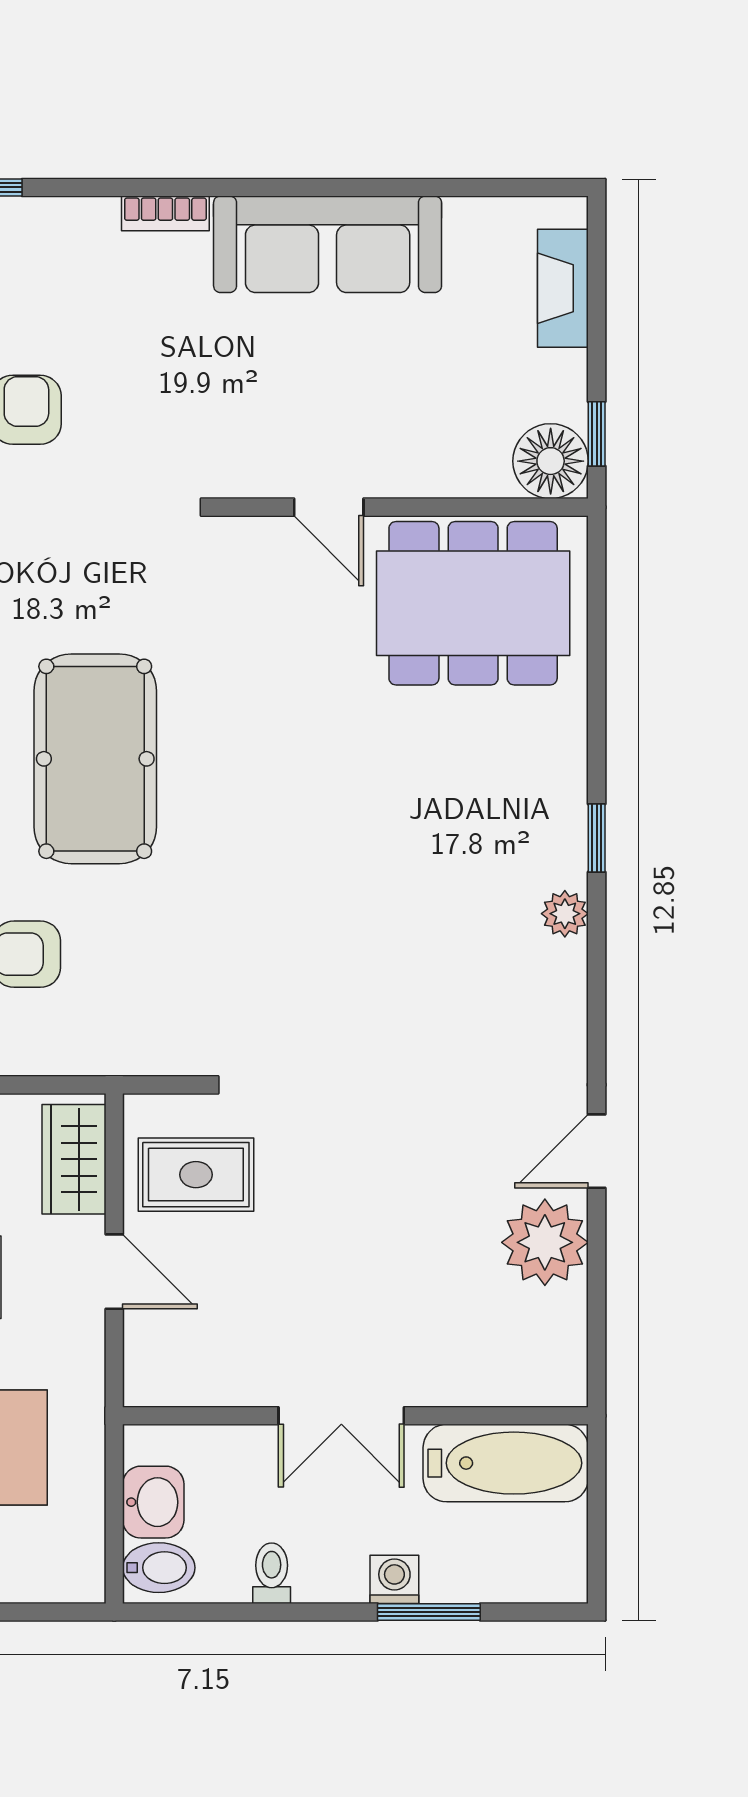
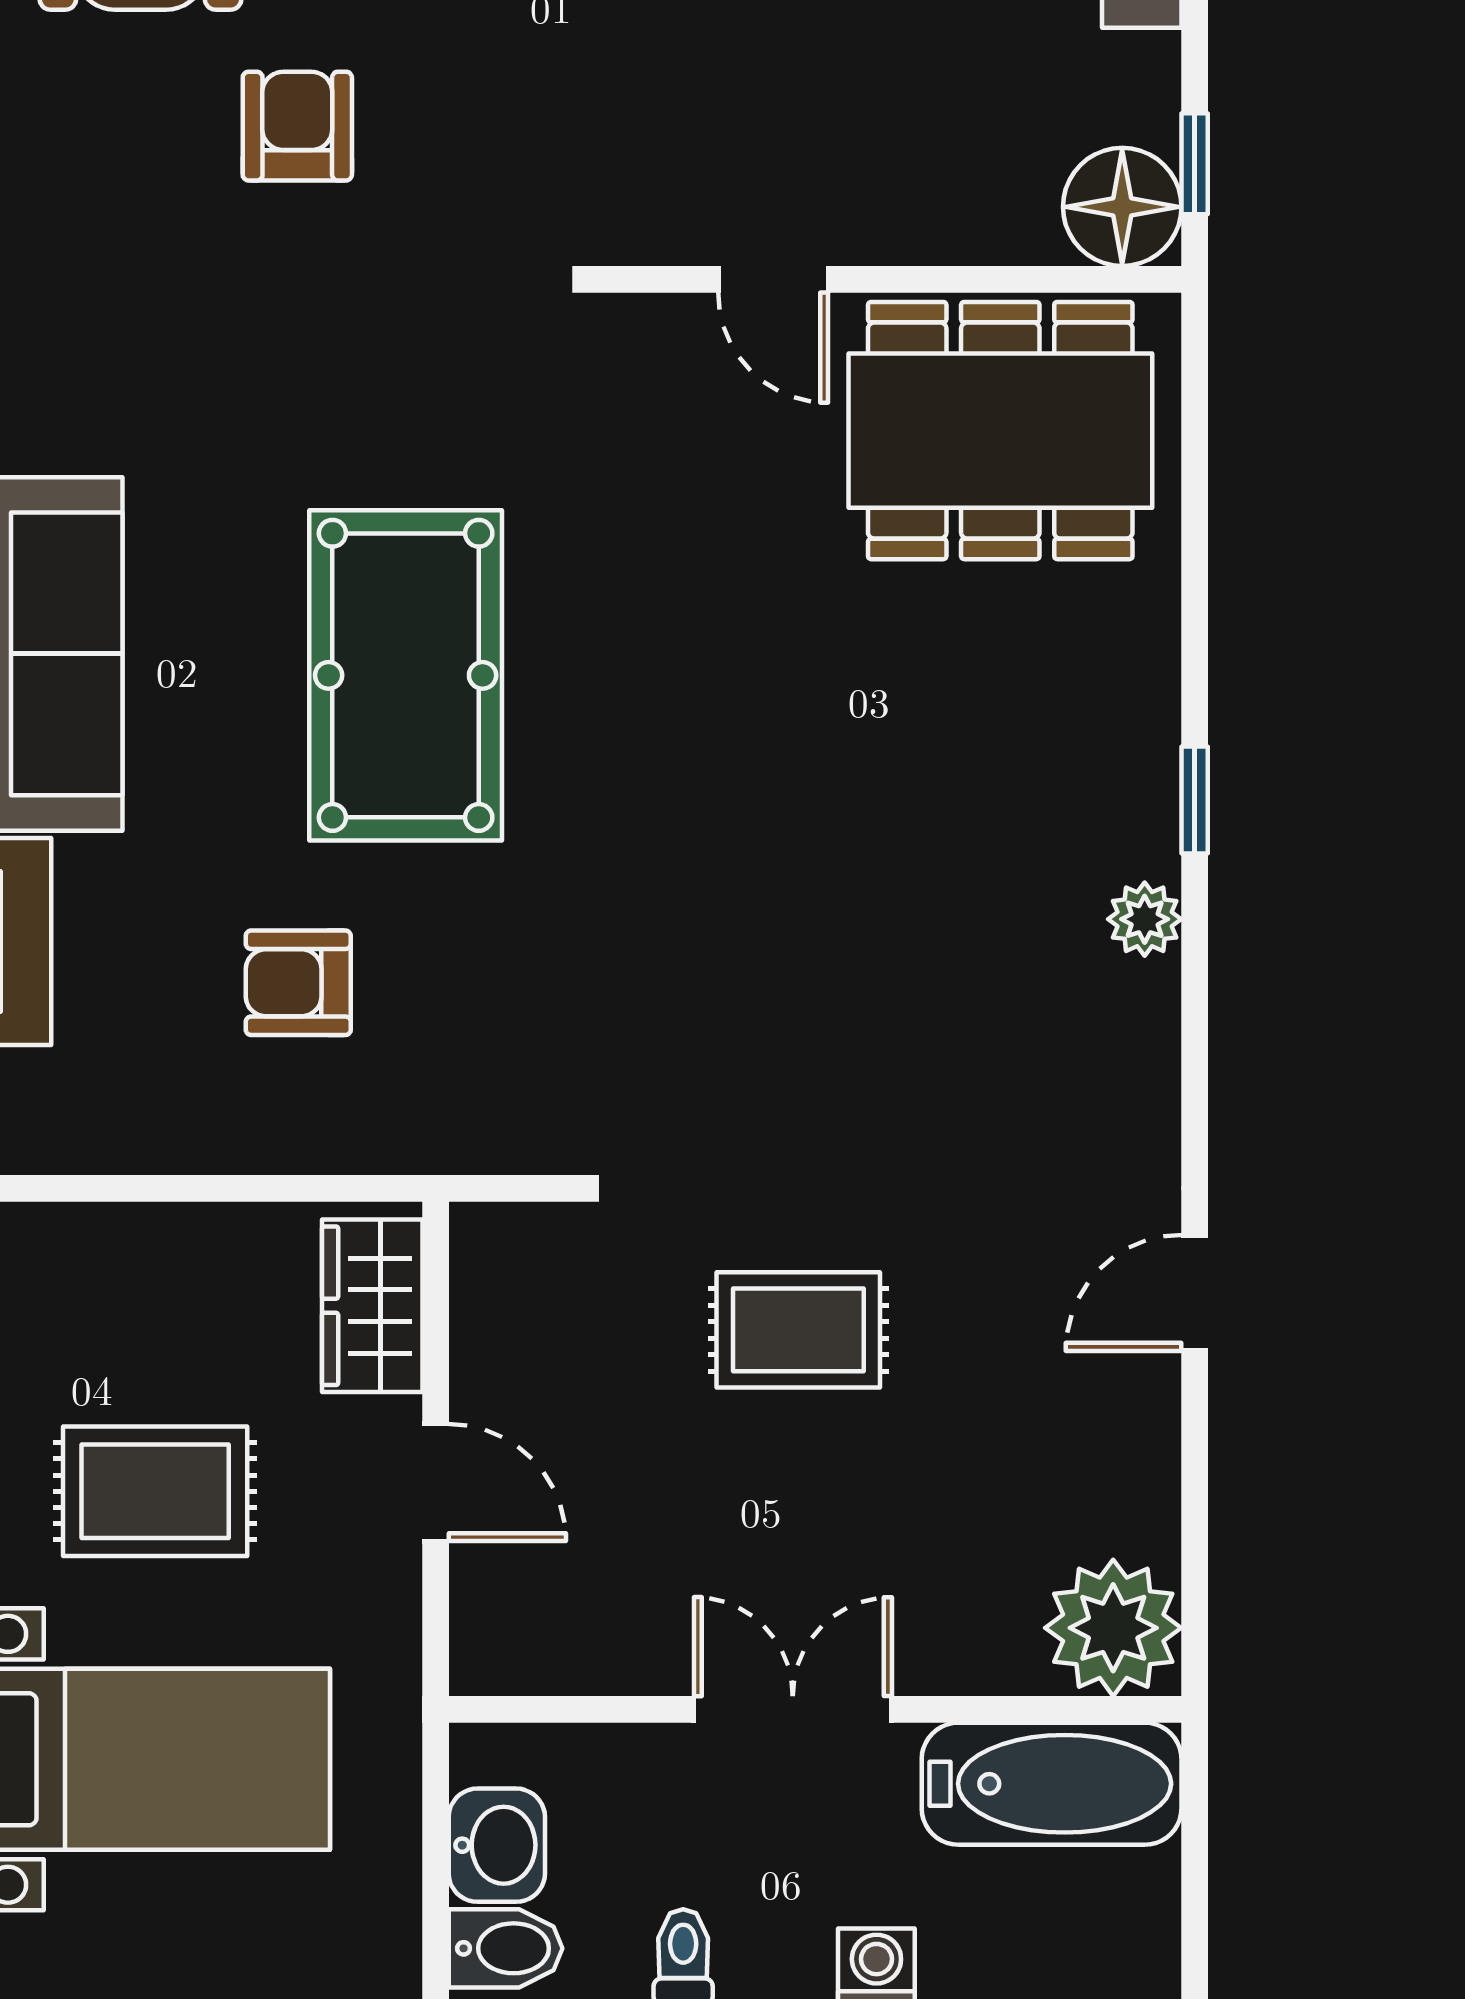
rug: (196, 1175) -> (798, 1330), moved
plant: (545, 1242) -> (1113, 1628), moved
double door: (341, 1416) -> (793, 1709), swing flipped

